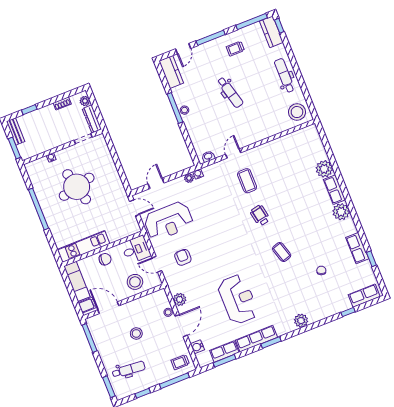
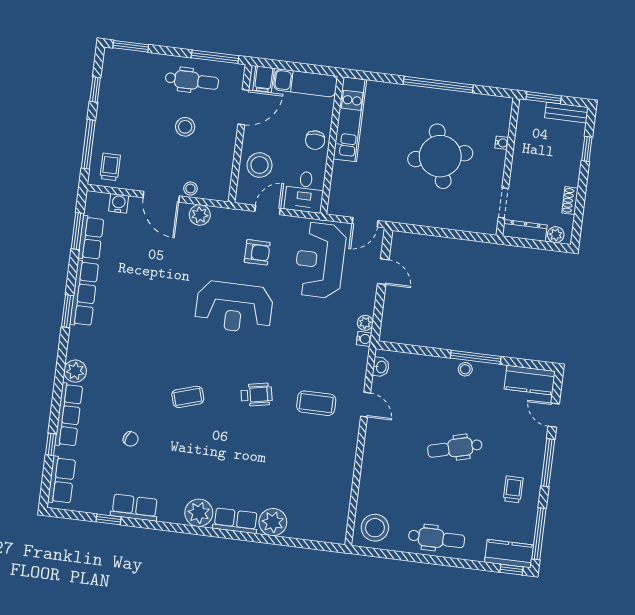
reception desk: (238, 299) -> (234, 307), moved
row of seats: (327, 311) -> (69, 415), added
dental chair: (129, 370) -> (192, 80), moved, turned -95

